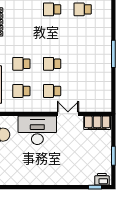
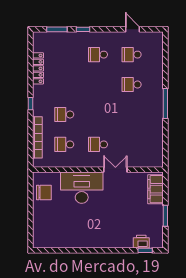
school desk: (52, 64) -> (132, 85), moved
filing cabinet: (97, 123) -> (156, 189), moved, turned 90
printer: (102, 179) -> (141, 242), moved

